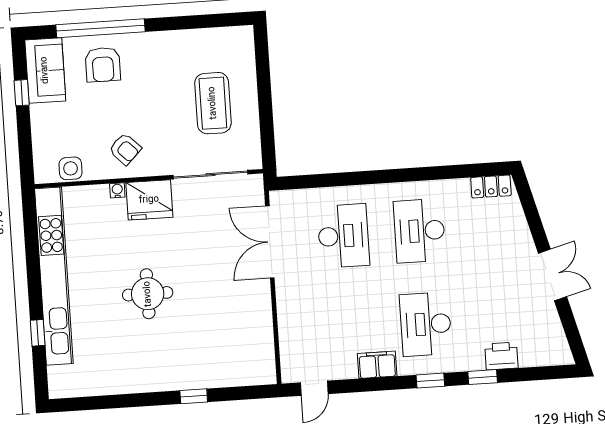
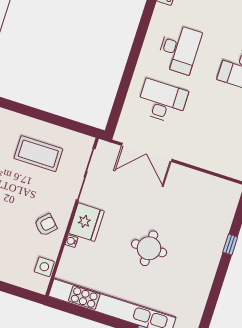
desk: (419, 231) -> (179, 49), turned -90

